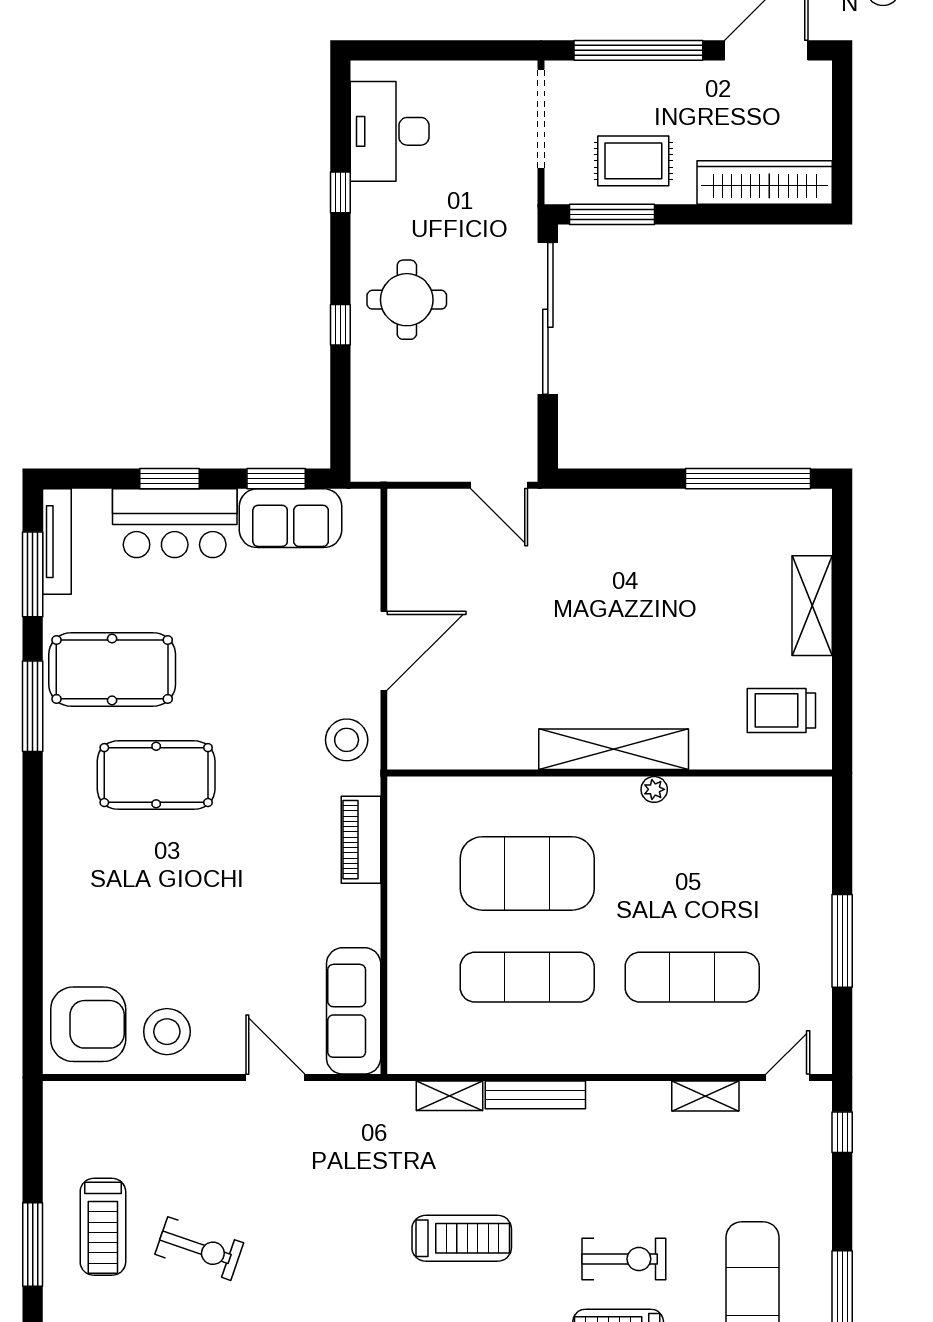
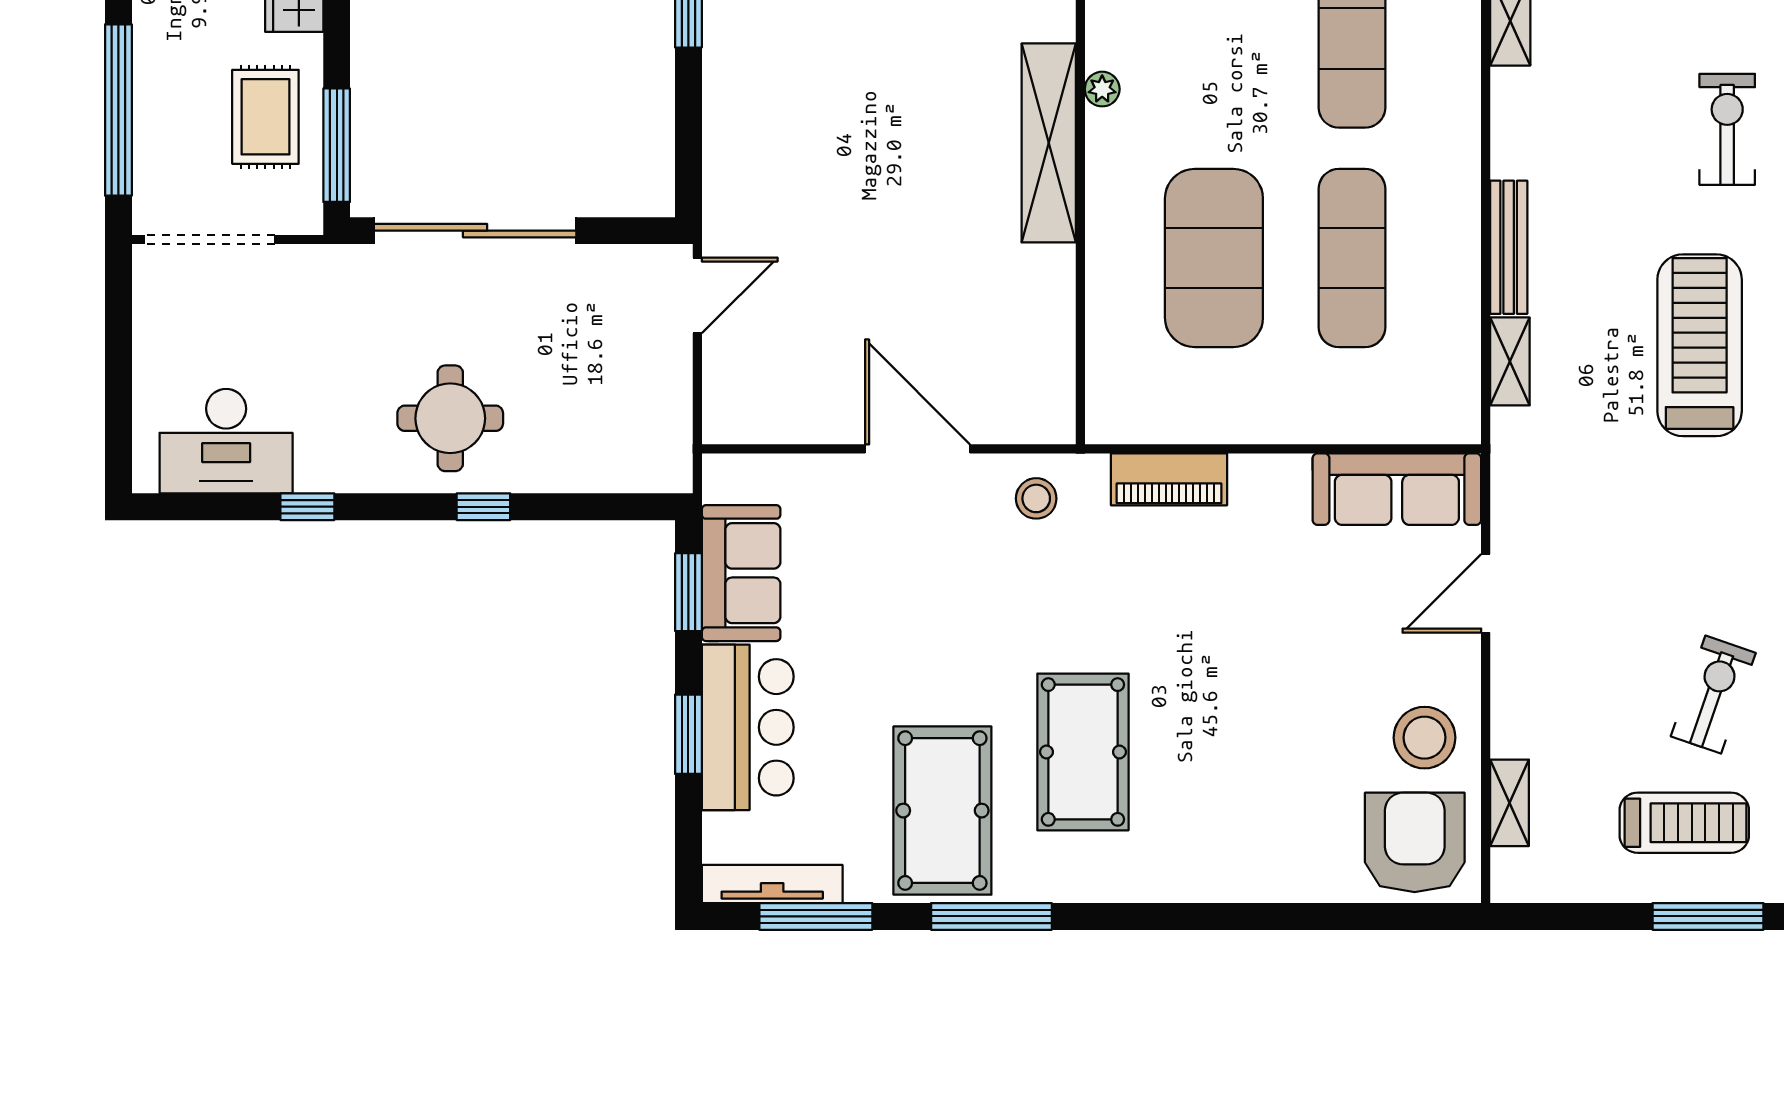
stool: (347, 740) -> (1036, 498), width x0.73, depth x0.73
shelving: (118, 1095) -> (1510, 803), added
treadmill: (462, 1238) -> (1700, 345), width x1.37, depth x1.38

